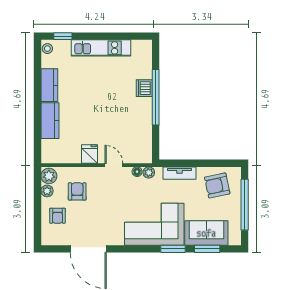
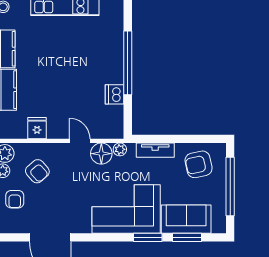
dishwasher: (144, 88) -> (115, 94), moved
fridge: (89, 154) -> (37, 128), moved
floor lamp: (137, 172) -> (101, 154), width x1.89, depth x1.89
armchair: (77, 191) -> (37, 171), turned 139

